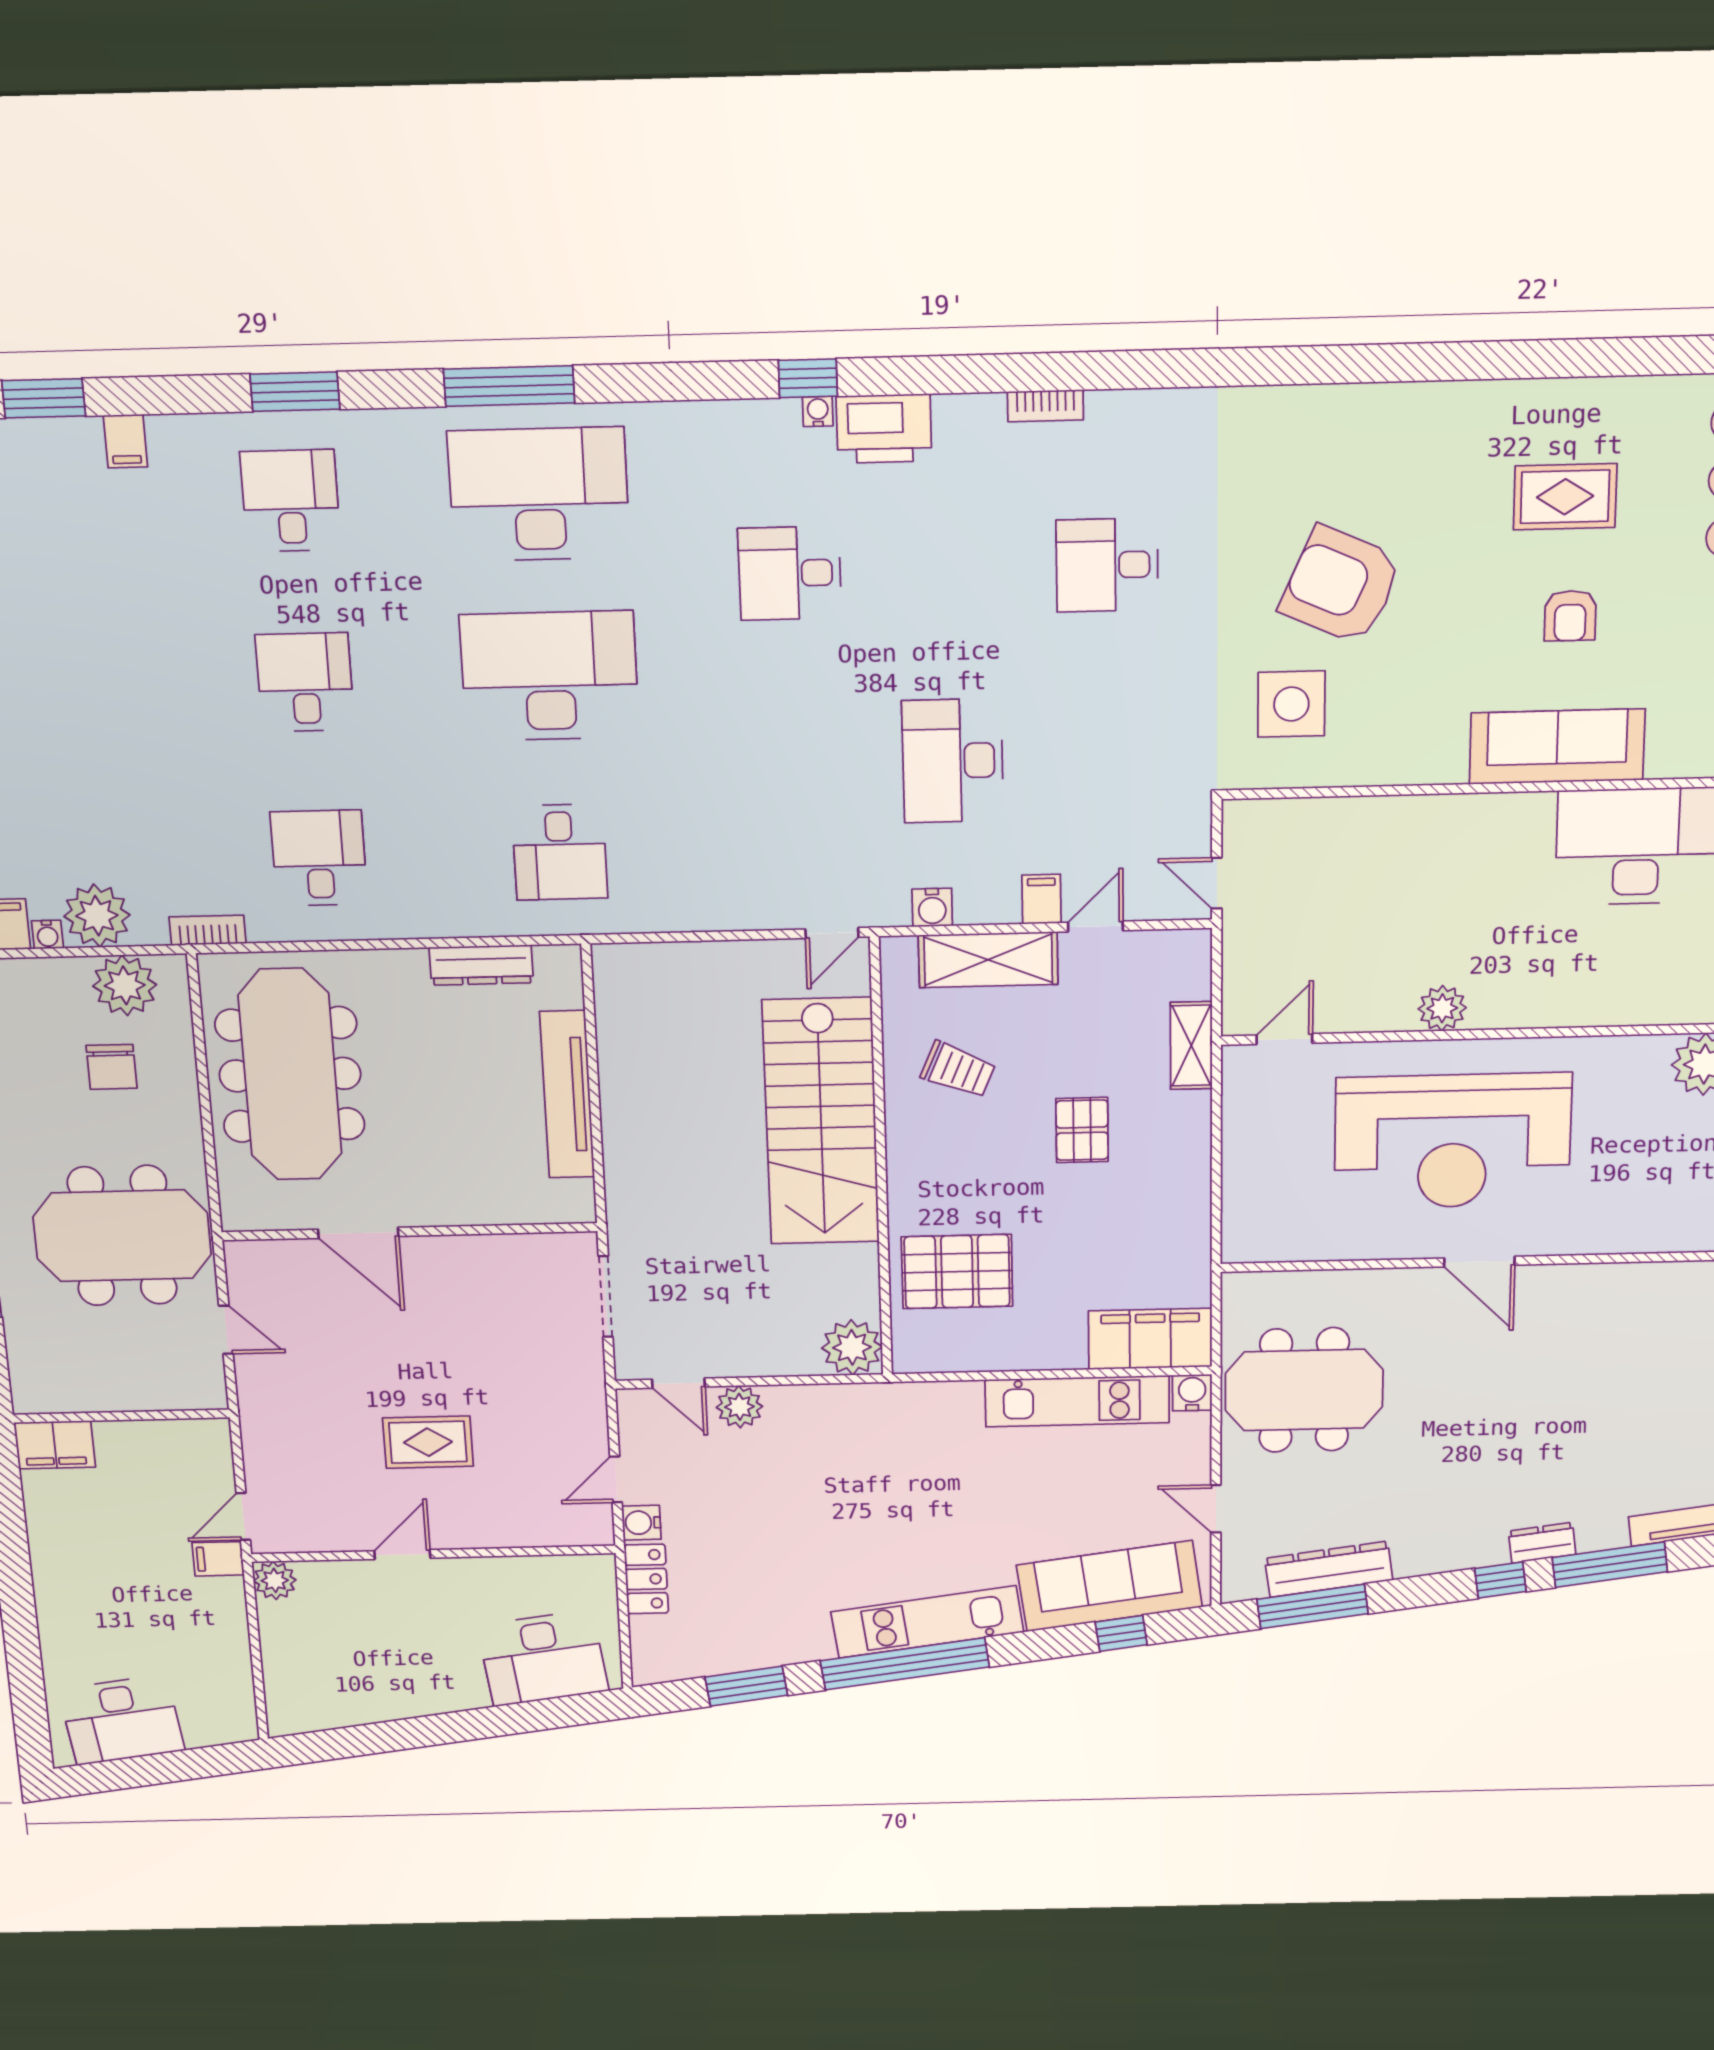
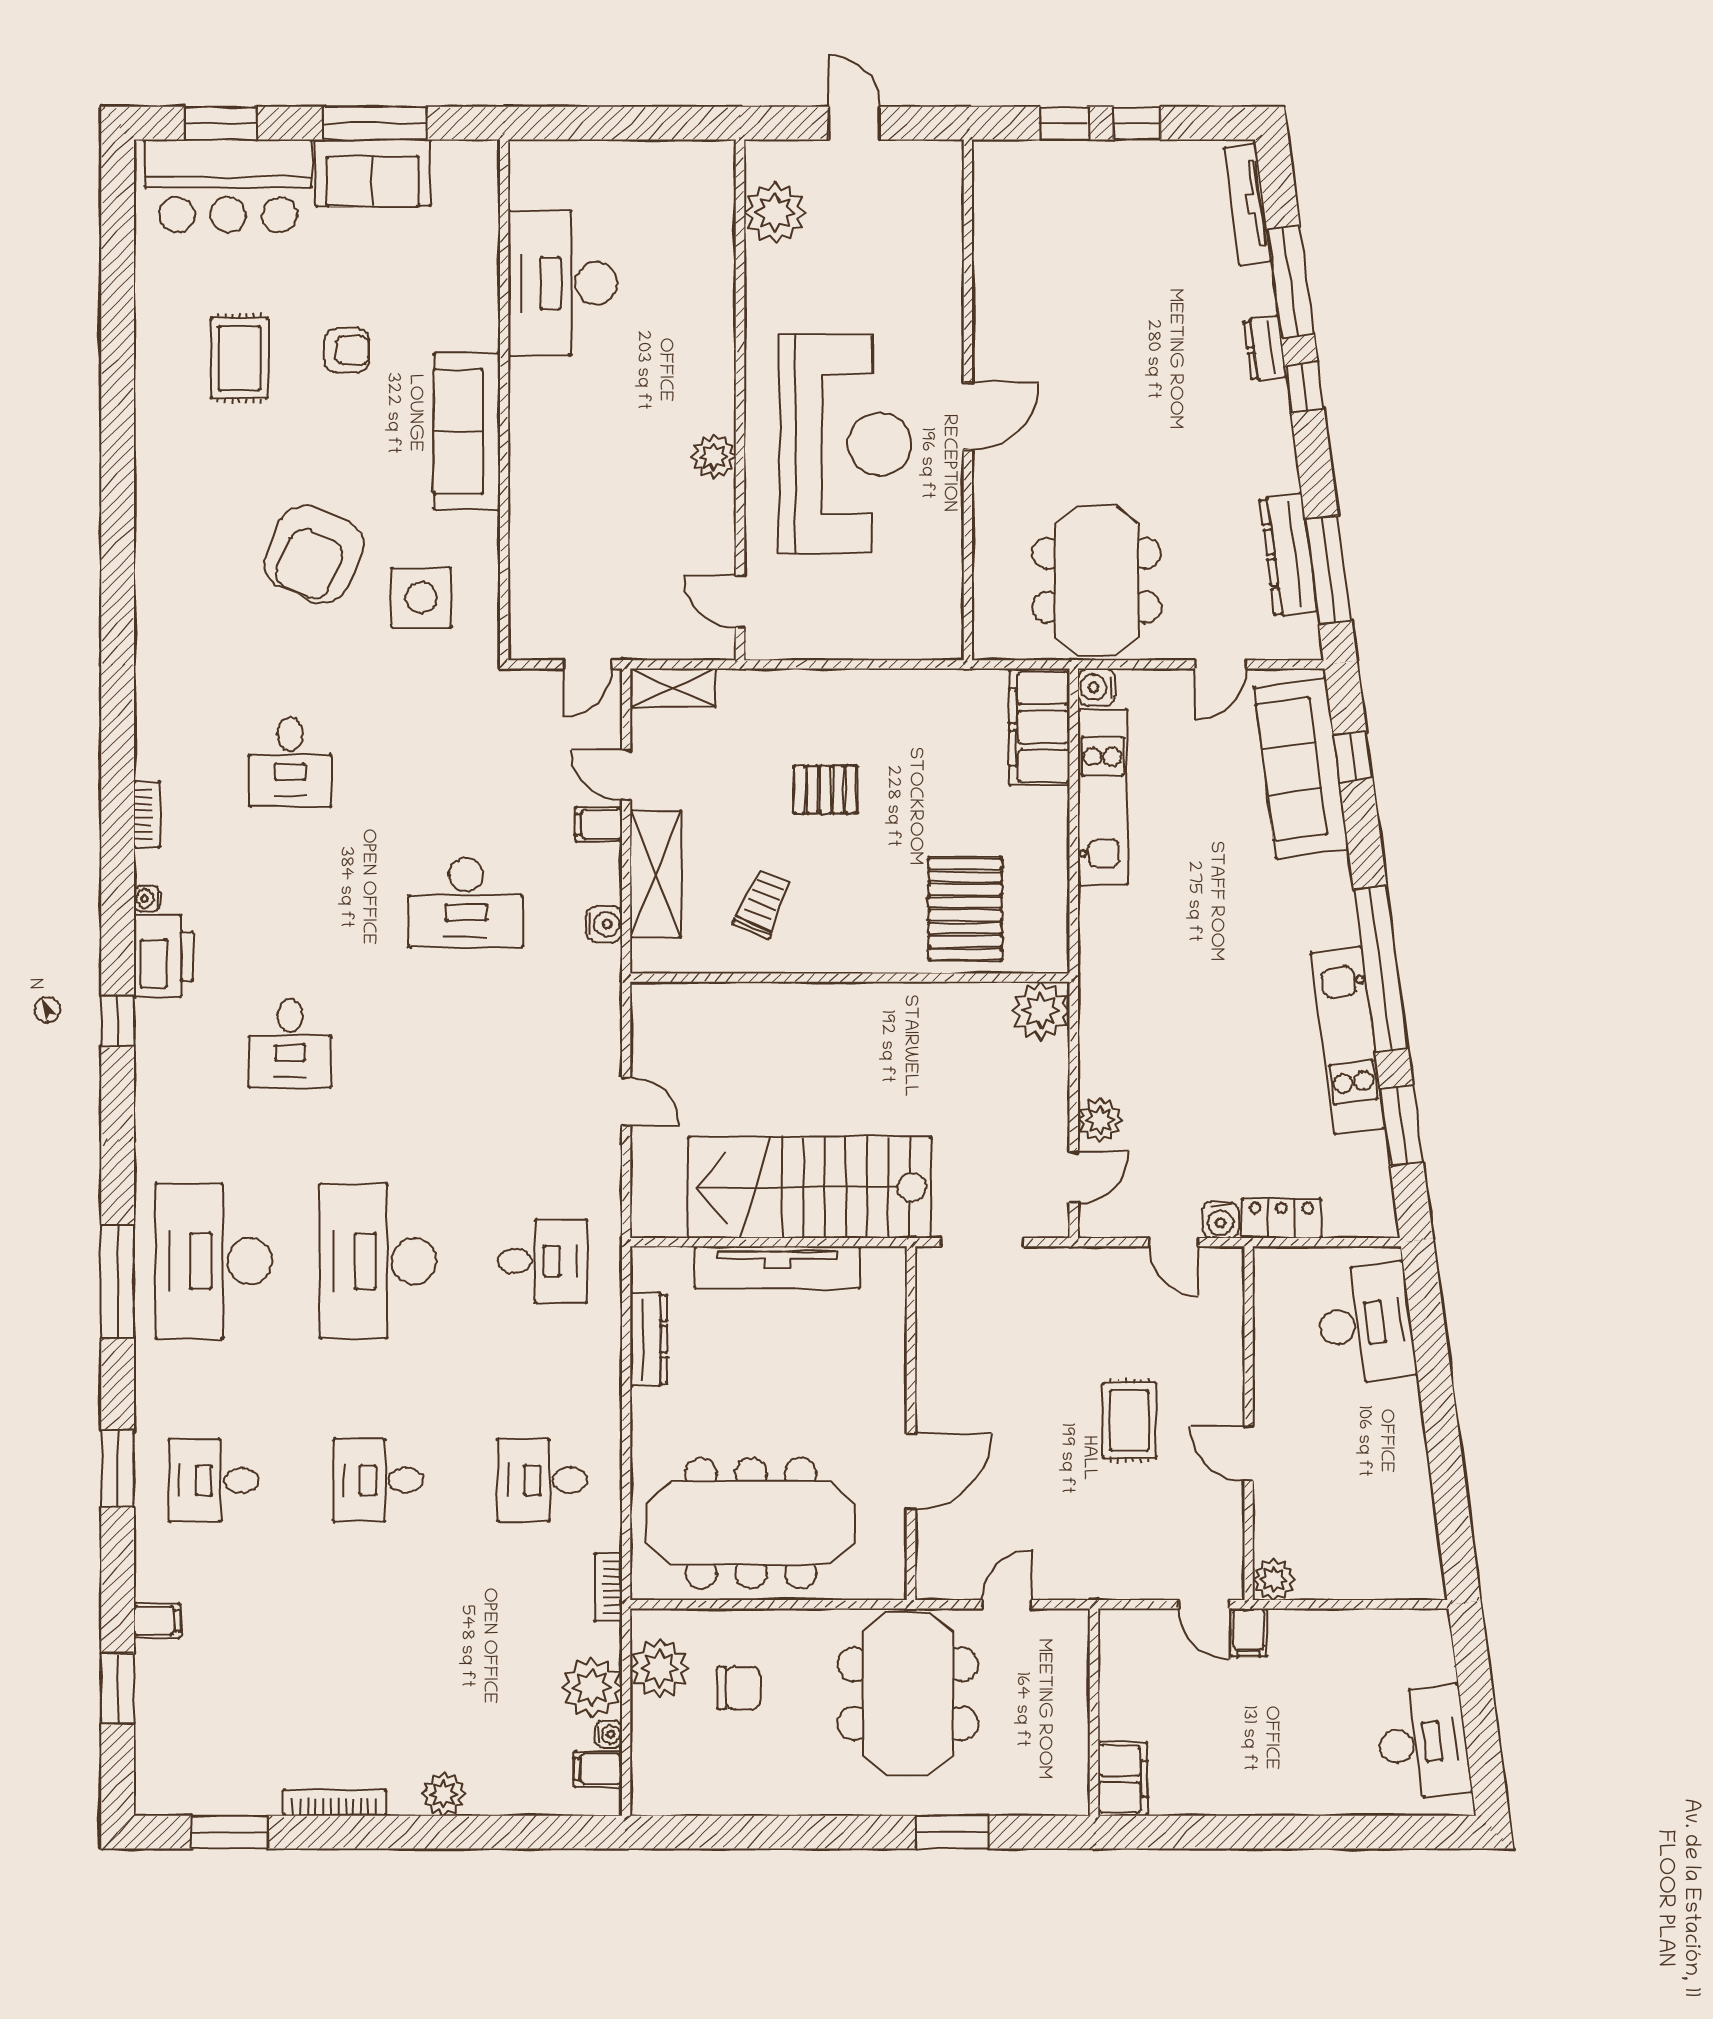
water cooler: (818, 411) -> (147, 899), moved
sofa: (1557, 747) -> (467, 431), moved
door: (832, 933) -> (626, 1101), moved
shelving: (1191, 1046) -> (673, 688), moved
stairs: (821, 1122) -> (810, 1187), moved, turned 180
kitchen unit: (927, 1622) -> (1348, 1040), moved

